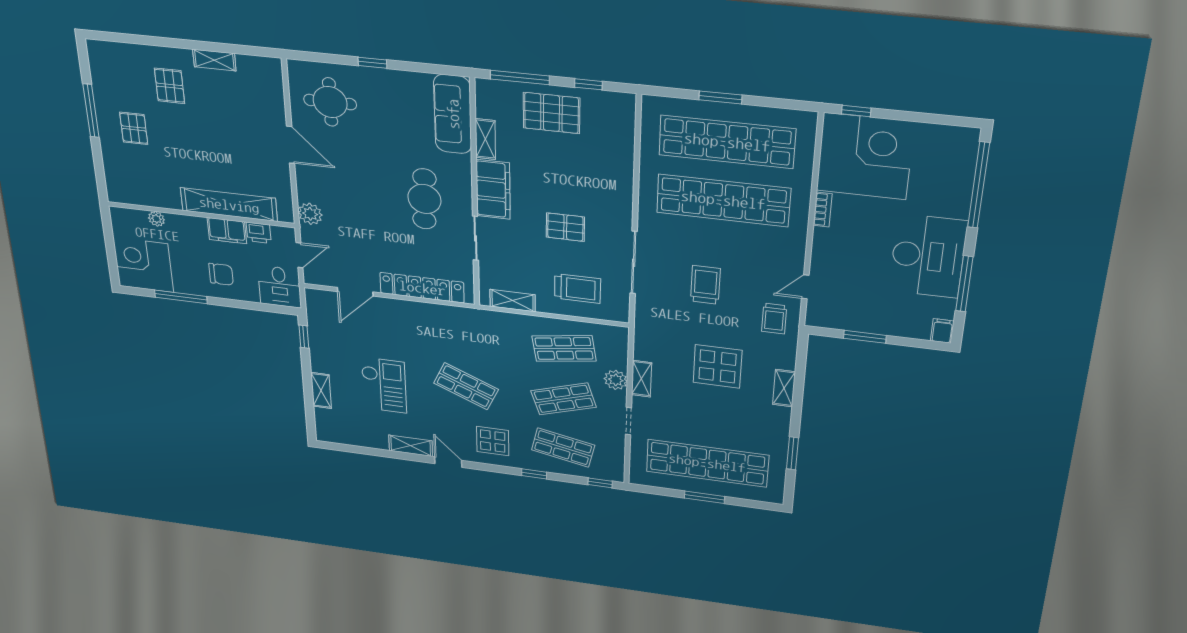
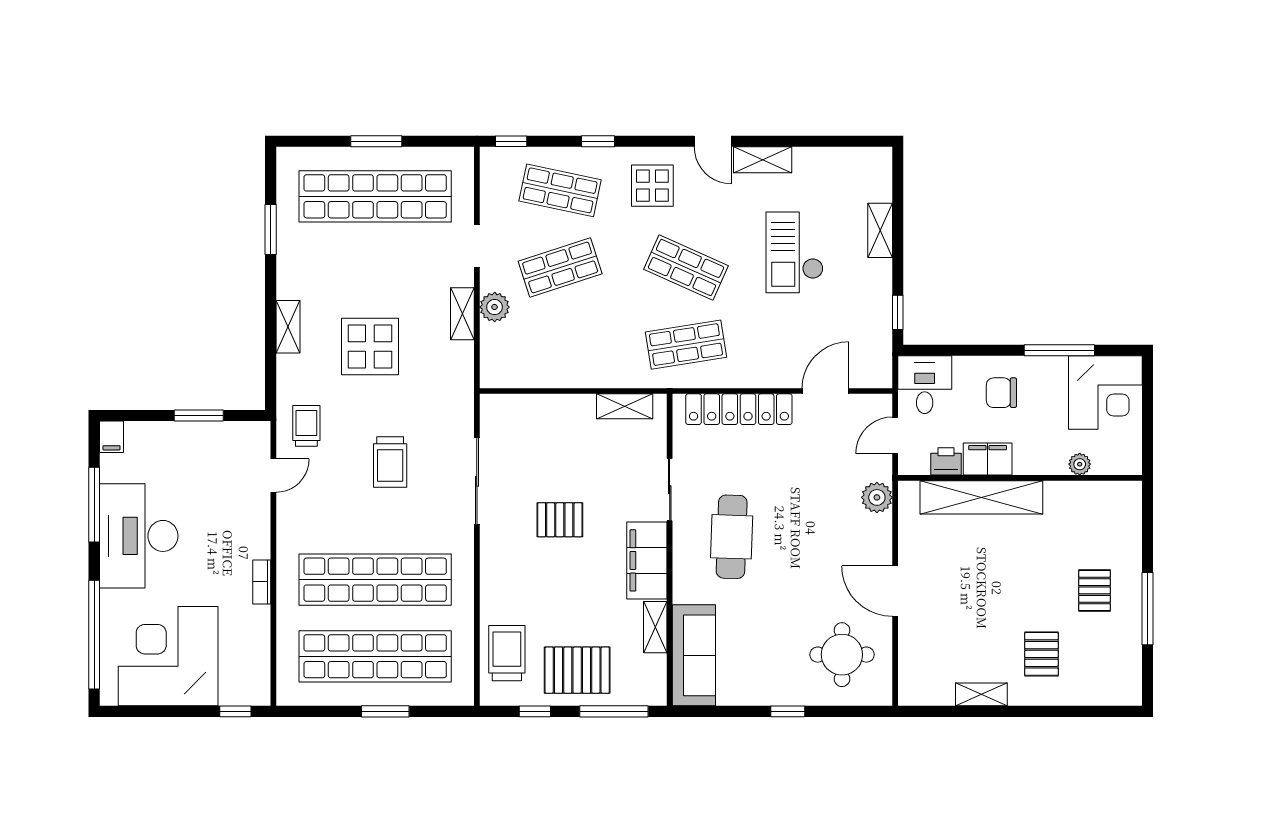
corner desk: (865, 156) -> (168, 656), moved, turned 90
trolley: (578, 289) -> (507, 653), moved, turned 90
shop shelf: (564, 349) -> (686, 345), moved

